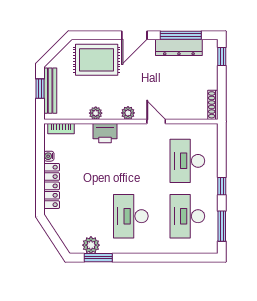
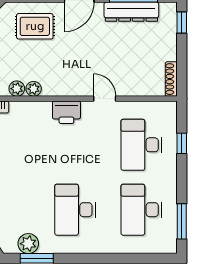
rug: (97, 60) -> (35, 26), width x0.73, depth x0.70
plant: (128, 113) -> (17, 89), moved
printer: (105, 133) -> (66, 112), moved
window: (222, 186) -> (182, 143), moved

